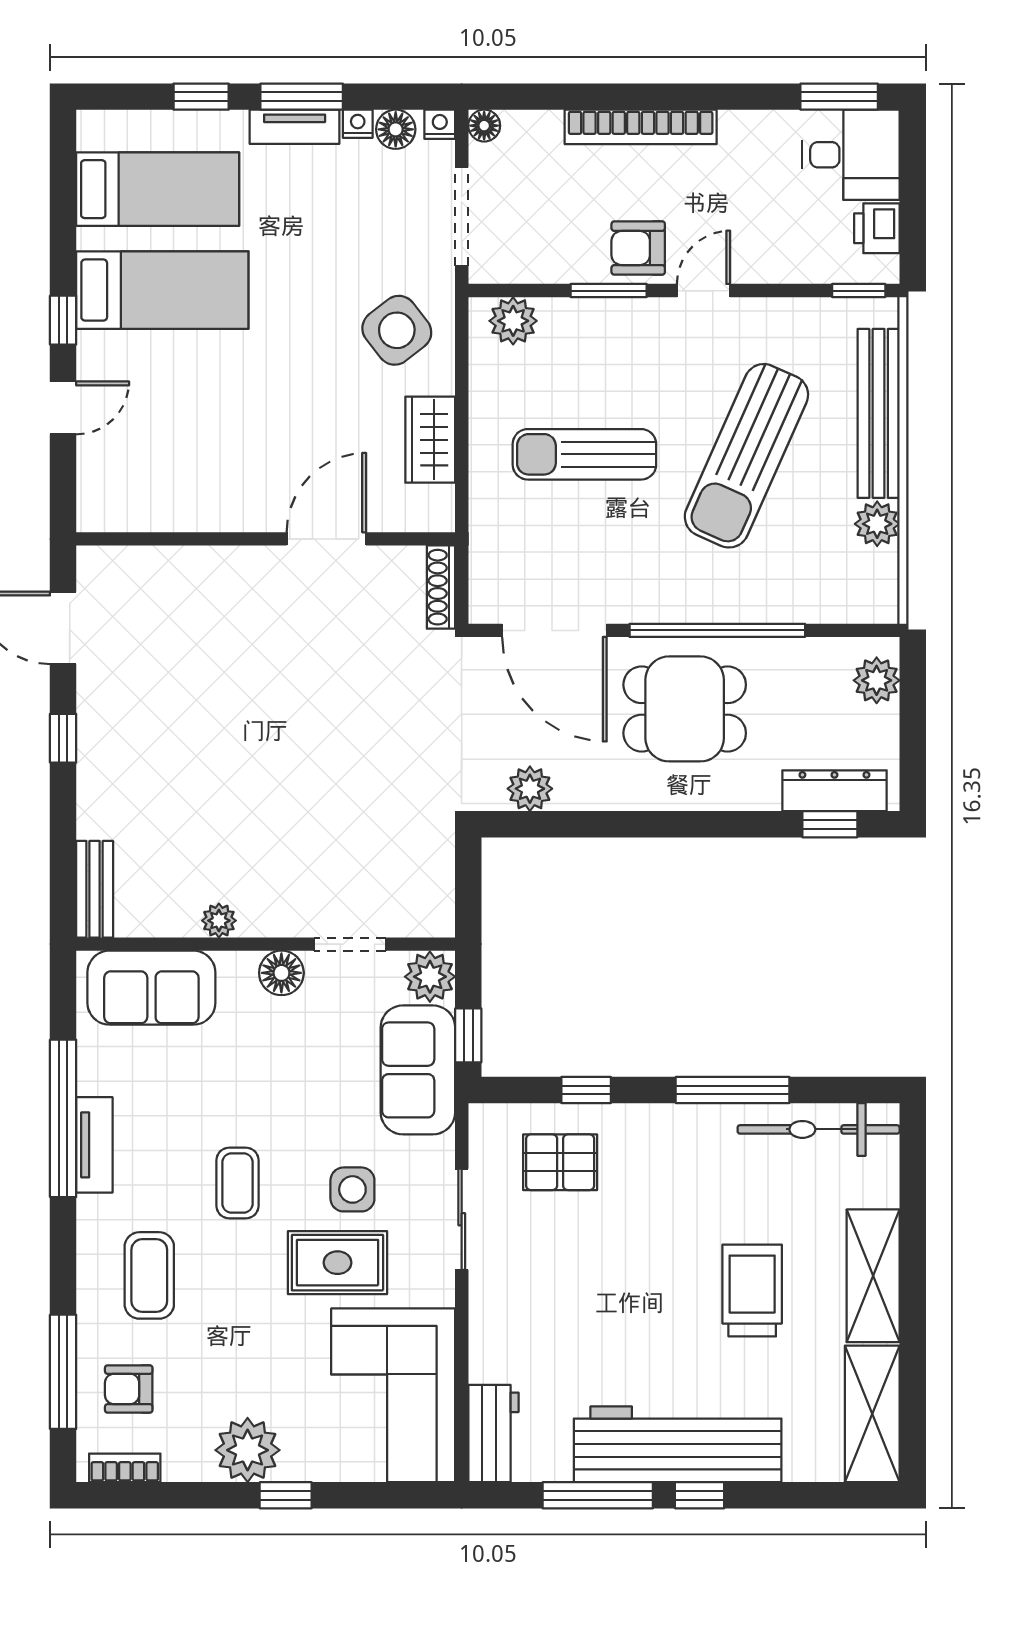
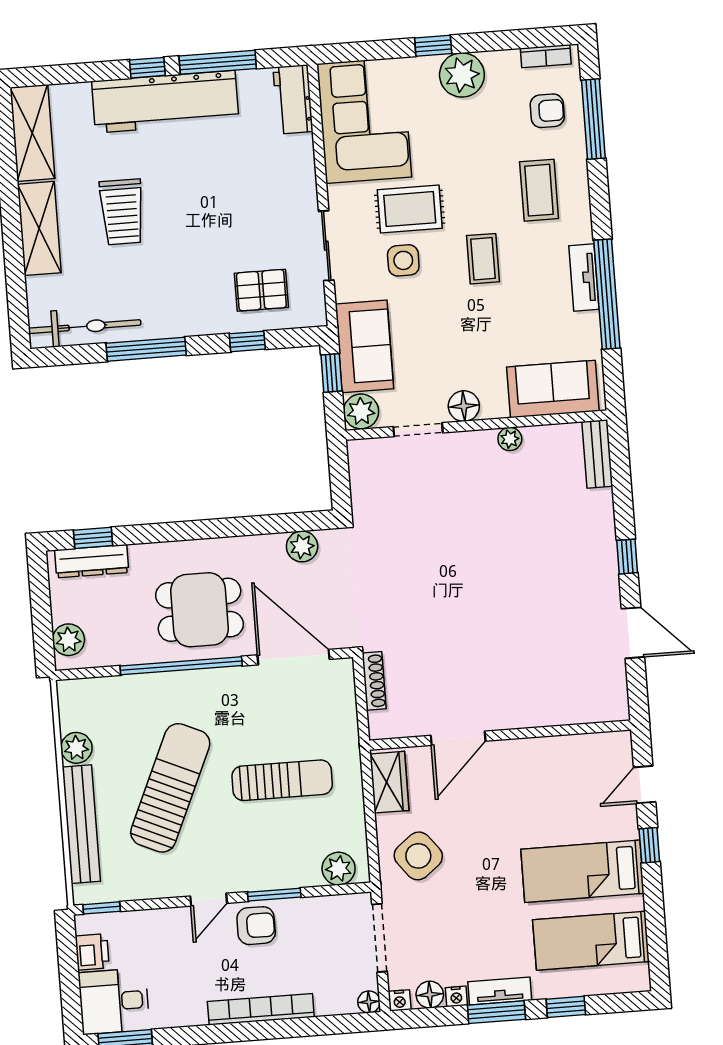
wall: (266, 539) -> (500, 735), moved
door: (326, 539) -> (458, 738), moved

